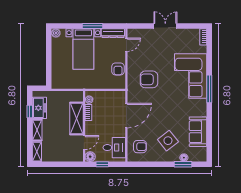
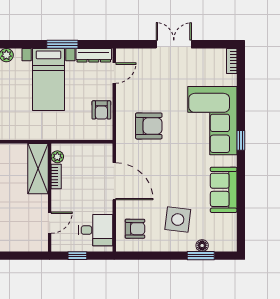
armchair: (149, 79) -> (149, 126), turned 180
window: (209, 89) -> (241, 140), width x0.46
door: (126, 116) -> (114, 181), hinge flipped
shelving: (76, 119) -> (38, 169), moved
sofa: (198, 132) -> (224, 190), moved
side table: (168, 141) -> (178, 220), turned 45
floor lamp: (90, 157) -> (59, 244), removed

